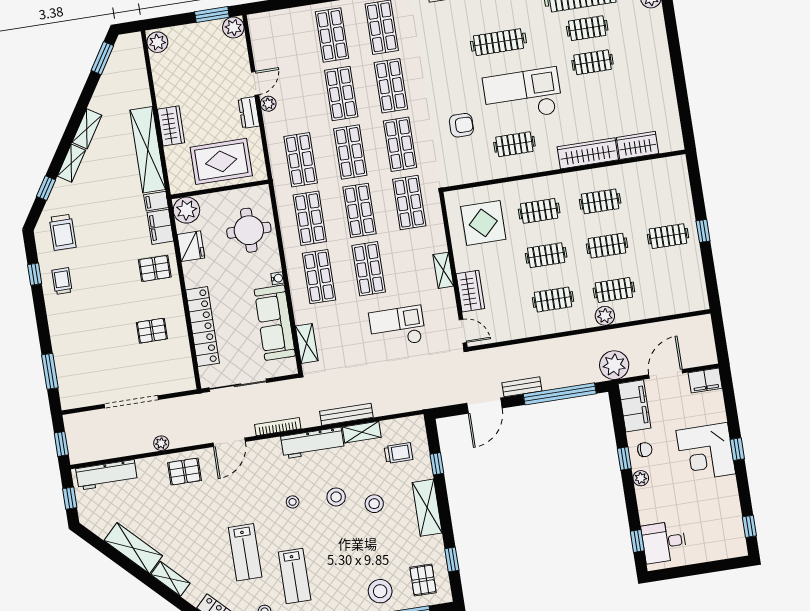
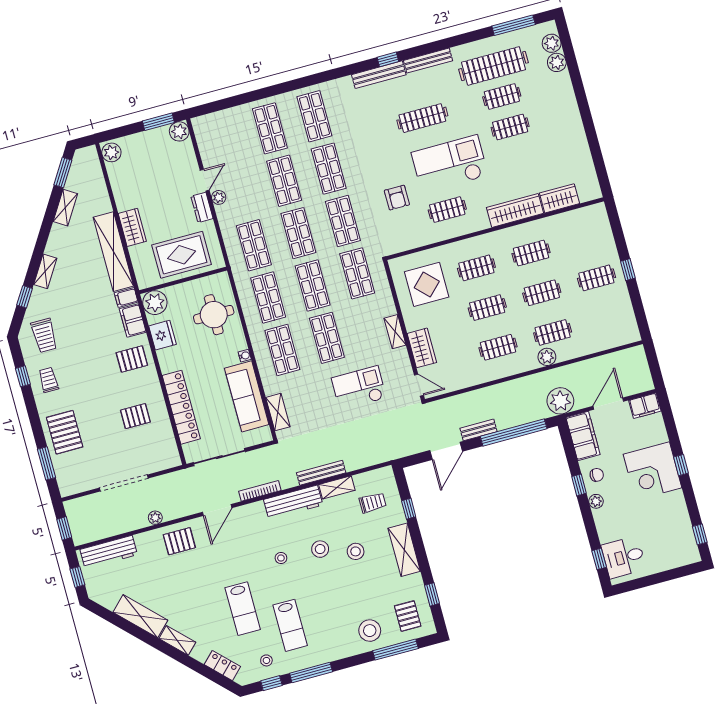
armchair: (461, 125) -> (397, 198), turned 90
shelving: (87, 129) -> (65, 208), moved
pallet: (73, 340) -> (65, 432), added

